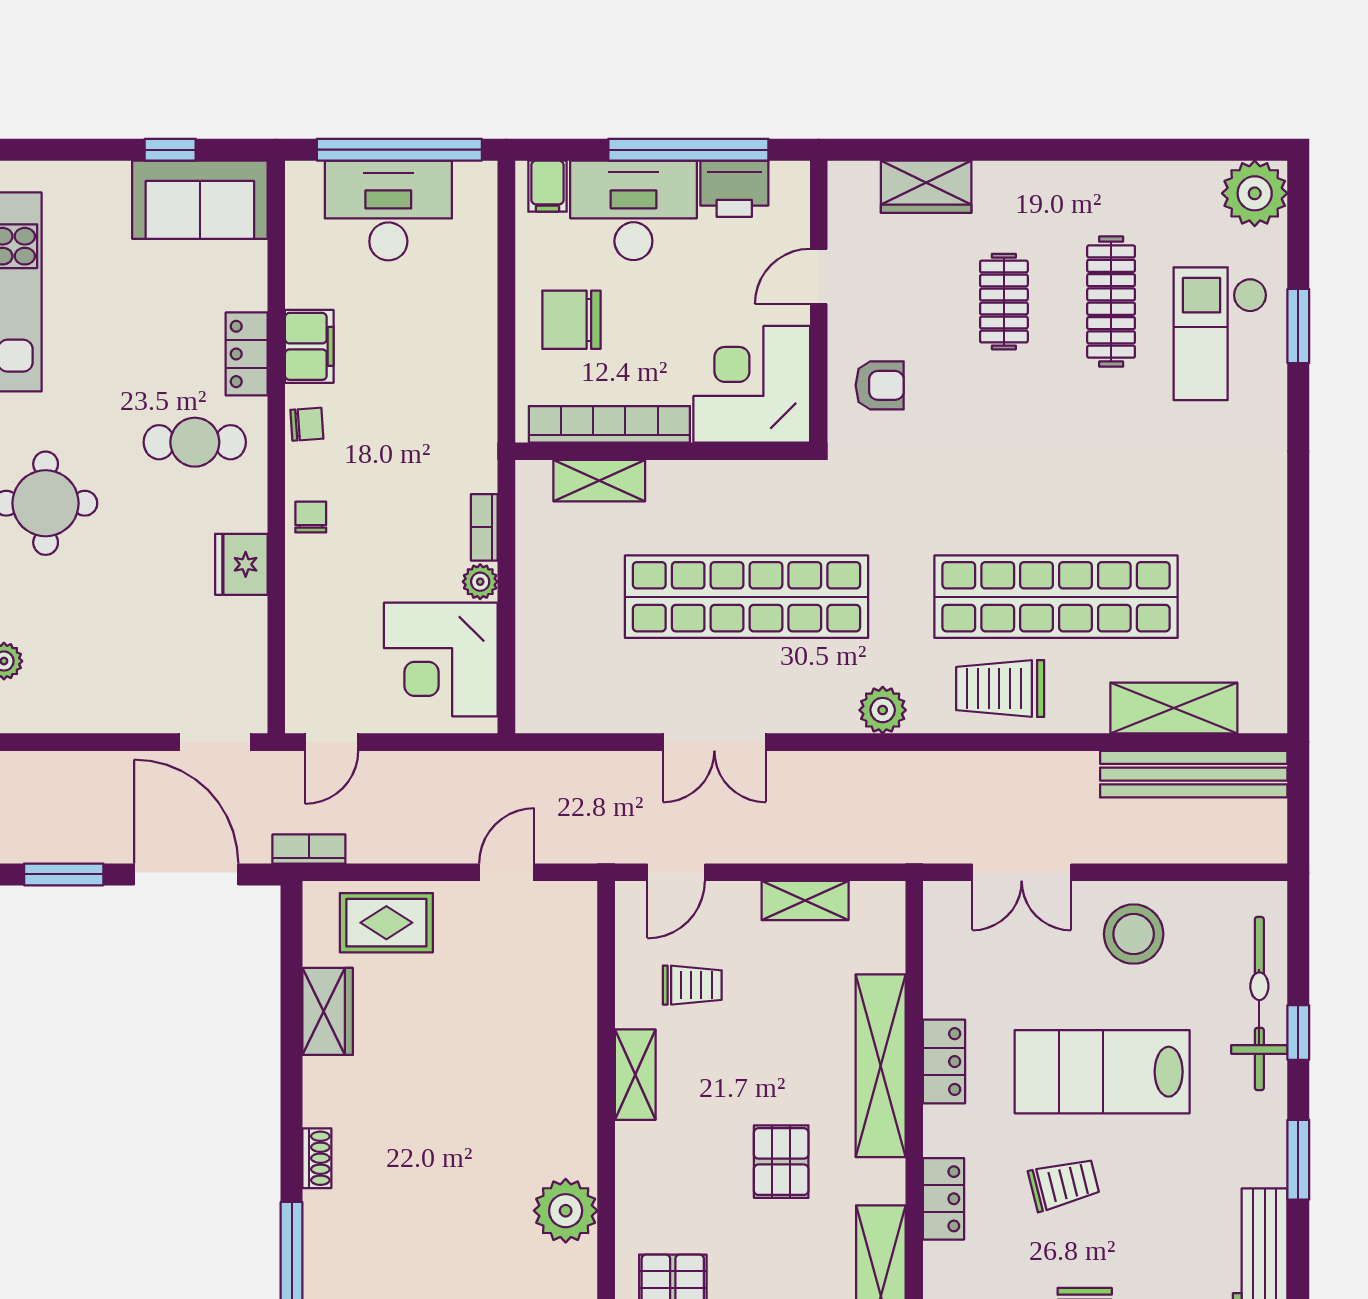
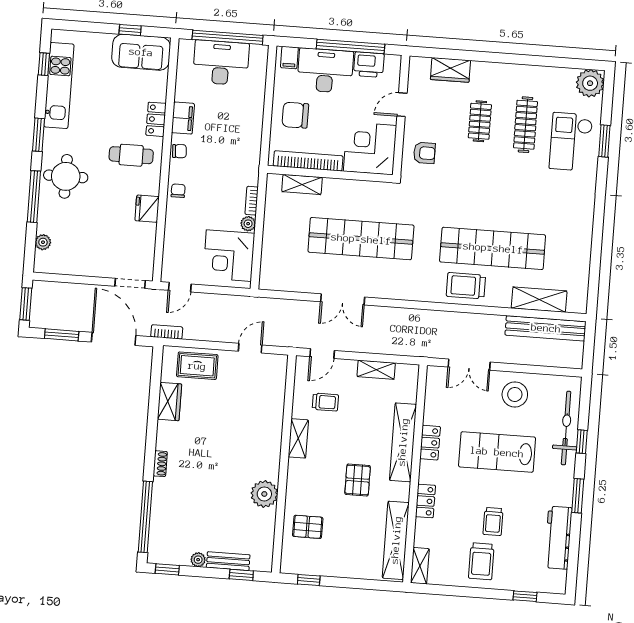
plant: (883, 710) -> (415, 291), removed
trolley: (1064, 1184) -> (493, 522), moved, turned 104

